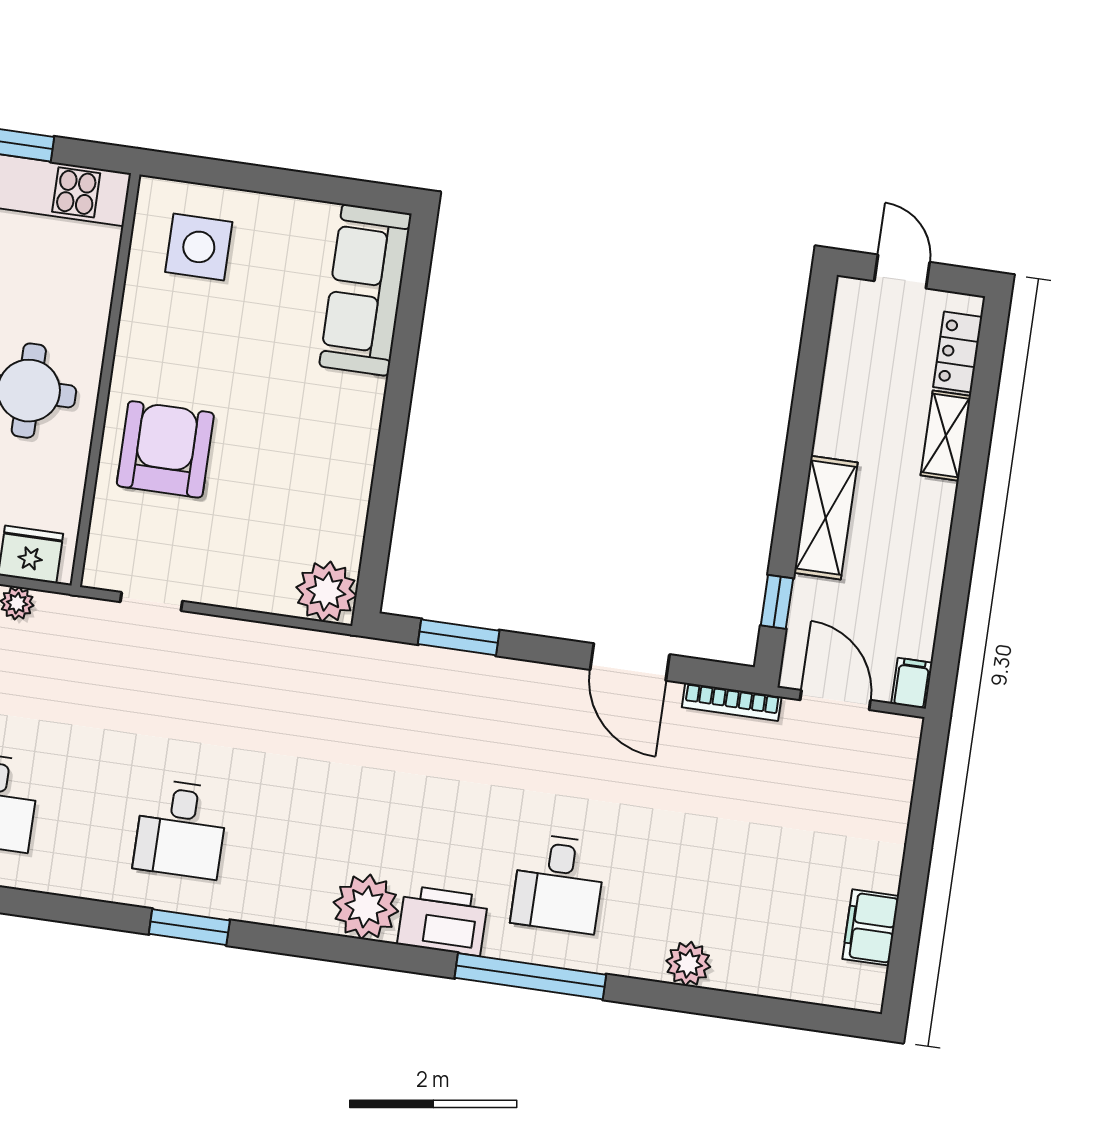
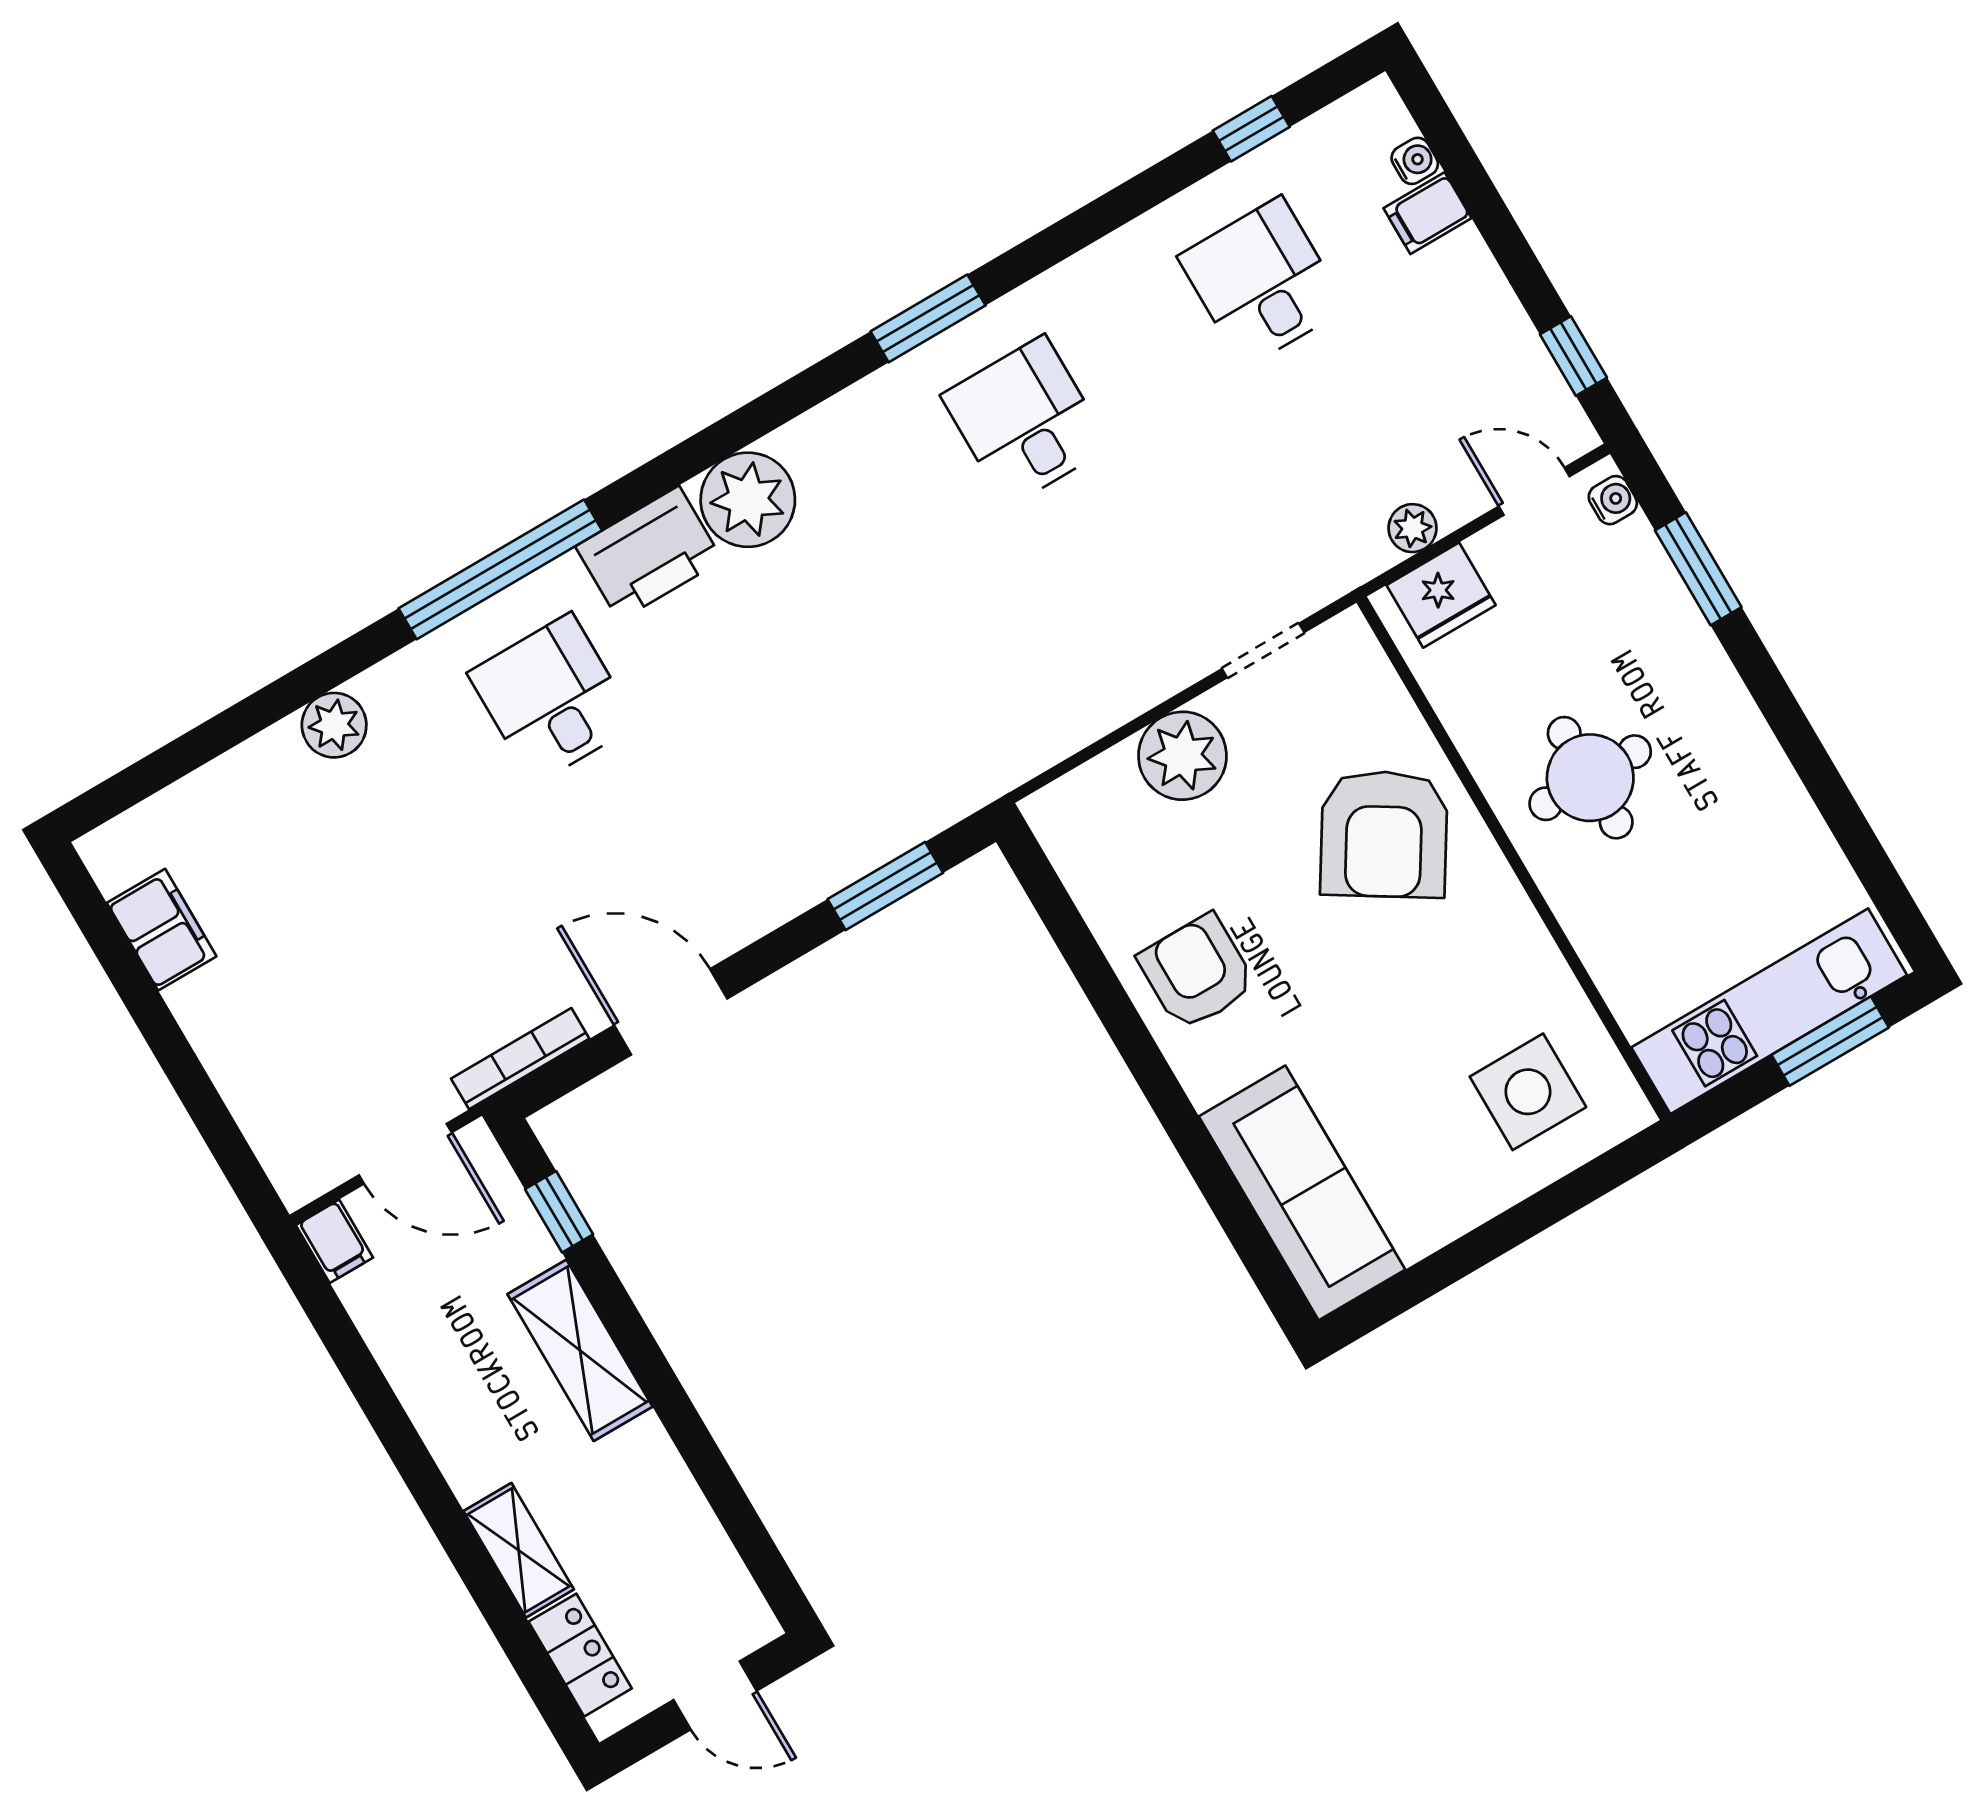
armchair: (165, 449) -> (1384, 834), turned 32
armchair: (327, 455) -> (1197, 972), added
plant: (326, 592) -> (1182, 756), moved

